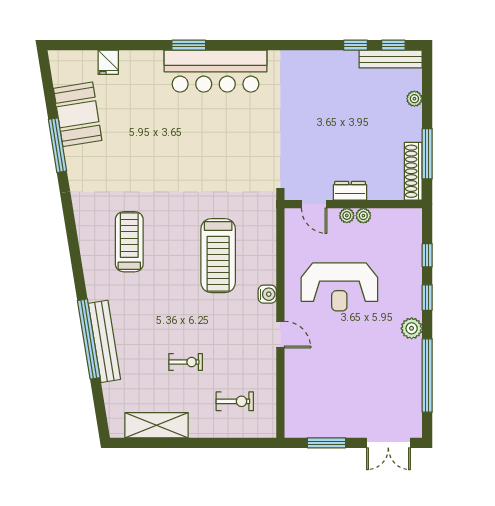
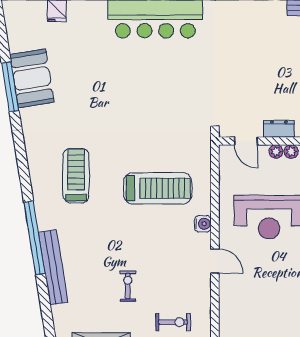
booth: (78, 114) -> (32, 78), moved
treadmill: (218, 256) -> (158, 188), turned -90
window: (89, 339) -> (34, 238), moved
exercise bike: (186, 362) -> (128, 286), turned -90

